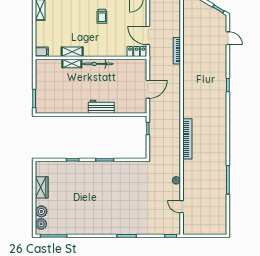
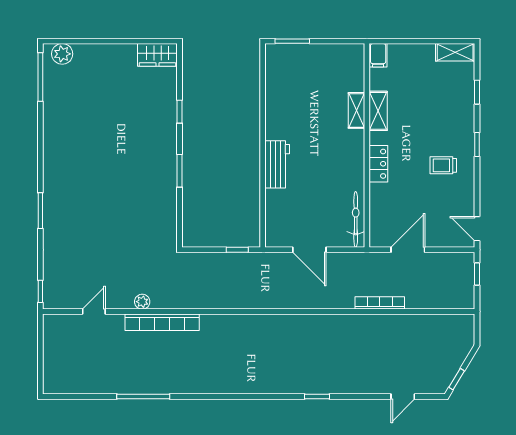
locker: (137, 51) -> (378, 164), moved
bicycle: (98, 64) -> (356, 219), moved
bookcase: (187, 139) -> (162, 322), moved
wardrobe: (42, 187) -> (157, 55), moved
plant: (41, 211) -> (85, 54), removed

